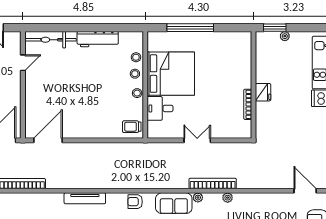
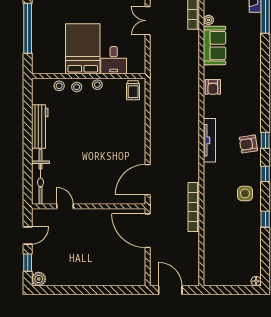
bed: (171, 74) -> (83, 49), width x0.73
door: (48, 140) -> (148, 180), hinge flipped

